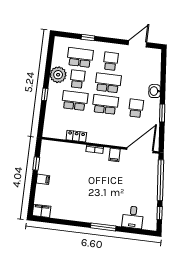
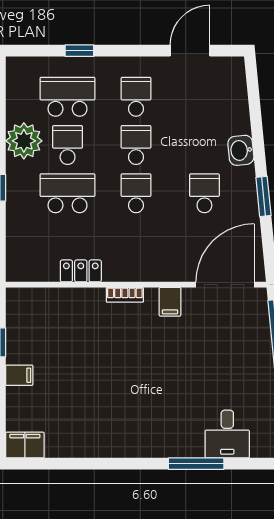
school desk: (108, 83) -> (136, 145), width x0.54
school desk: (105, 104) -> (136, 193), width x0.54
window: (103, 227) -> (196, 464), moved

